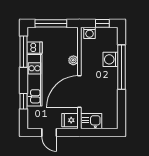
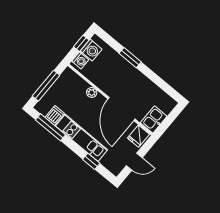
washing machine: (110, 59) -> (91, 50), moved, turned -90
window: (121, 67) -> (130, 58), width x0.47

